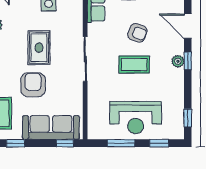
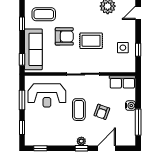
reception desk: (136, 118) -> (47, 95), moved, turned -90

